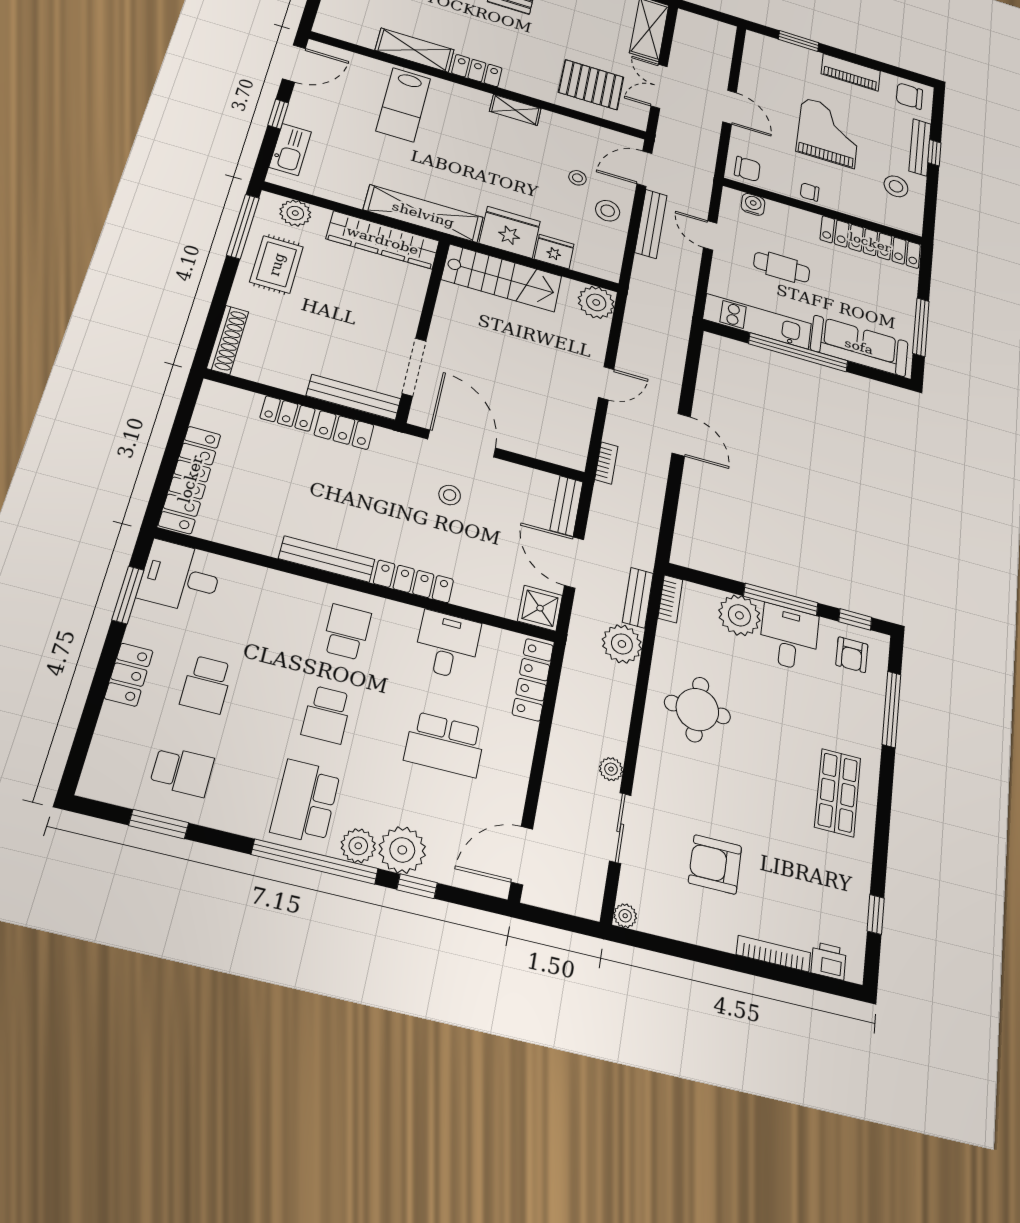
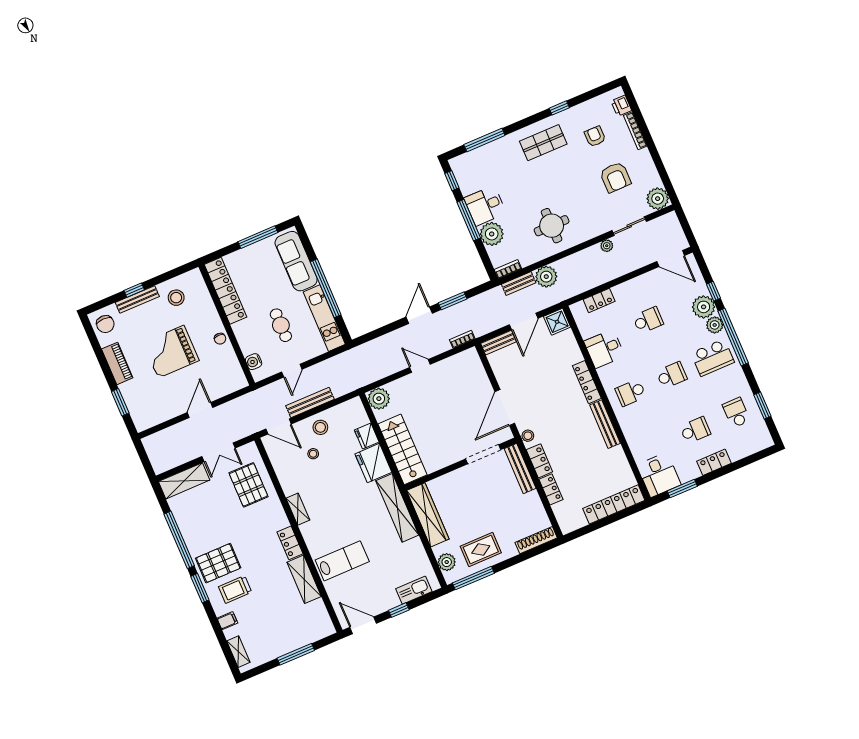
chair: (747, 169) -> (233, 378), removed
window: (673, 492) -> (453, 301), added
stool: (450, 495) -> (528, 436), moved
armchair: (852, 655) -> (595, 136), moved, turned -90
locker: (533, 680) -> (599, 300), width x0.66
school desk: (445, 744) -> (648, 320), width x0.54
window: (876, 914) -> (559, 108), moved
plant: (625, 916) -> (658, 199), width x1.88, depth x1.88

